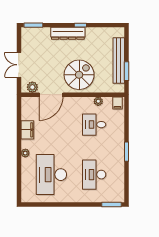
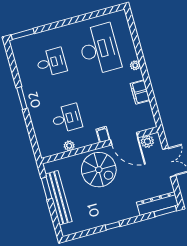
dresser: (68, 33) -> (157, 204), moved
spiral stairs: (79, 75) -> (99, 170), turned -90
door: (51, 95) -> (124, 139), swing flipped
filing cabinet: (117, 103) -> (103, 134), moved
desk: (94, 175) -> (51, 62), width x0.73

